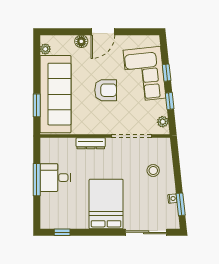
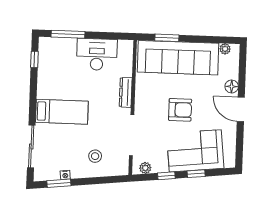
armchair: (106, 90) -> (180, 110), turned -90
desk: (55, 178) -> (97, 54), width x1.37
window: (37, 180) -> (68, 34), moved
bed: (106, 204) -> (62, 112), width x0.67

